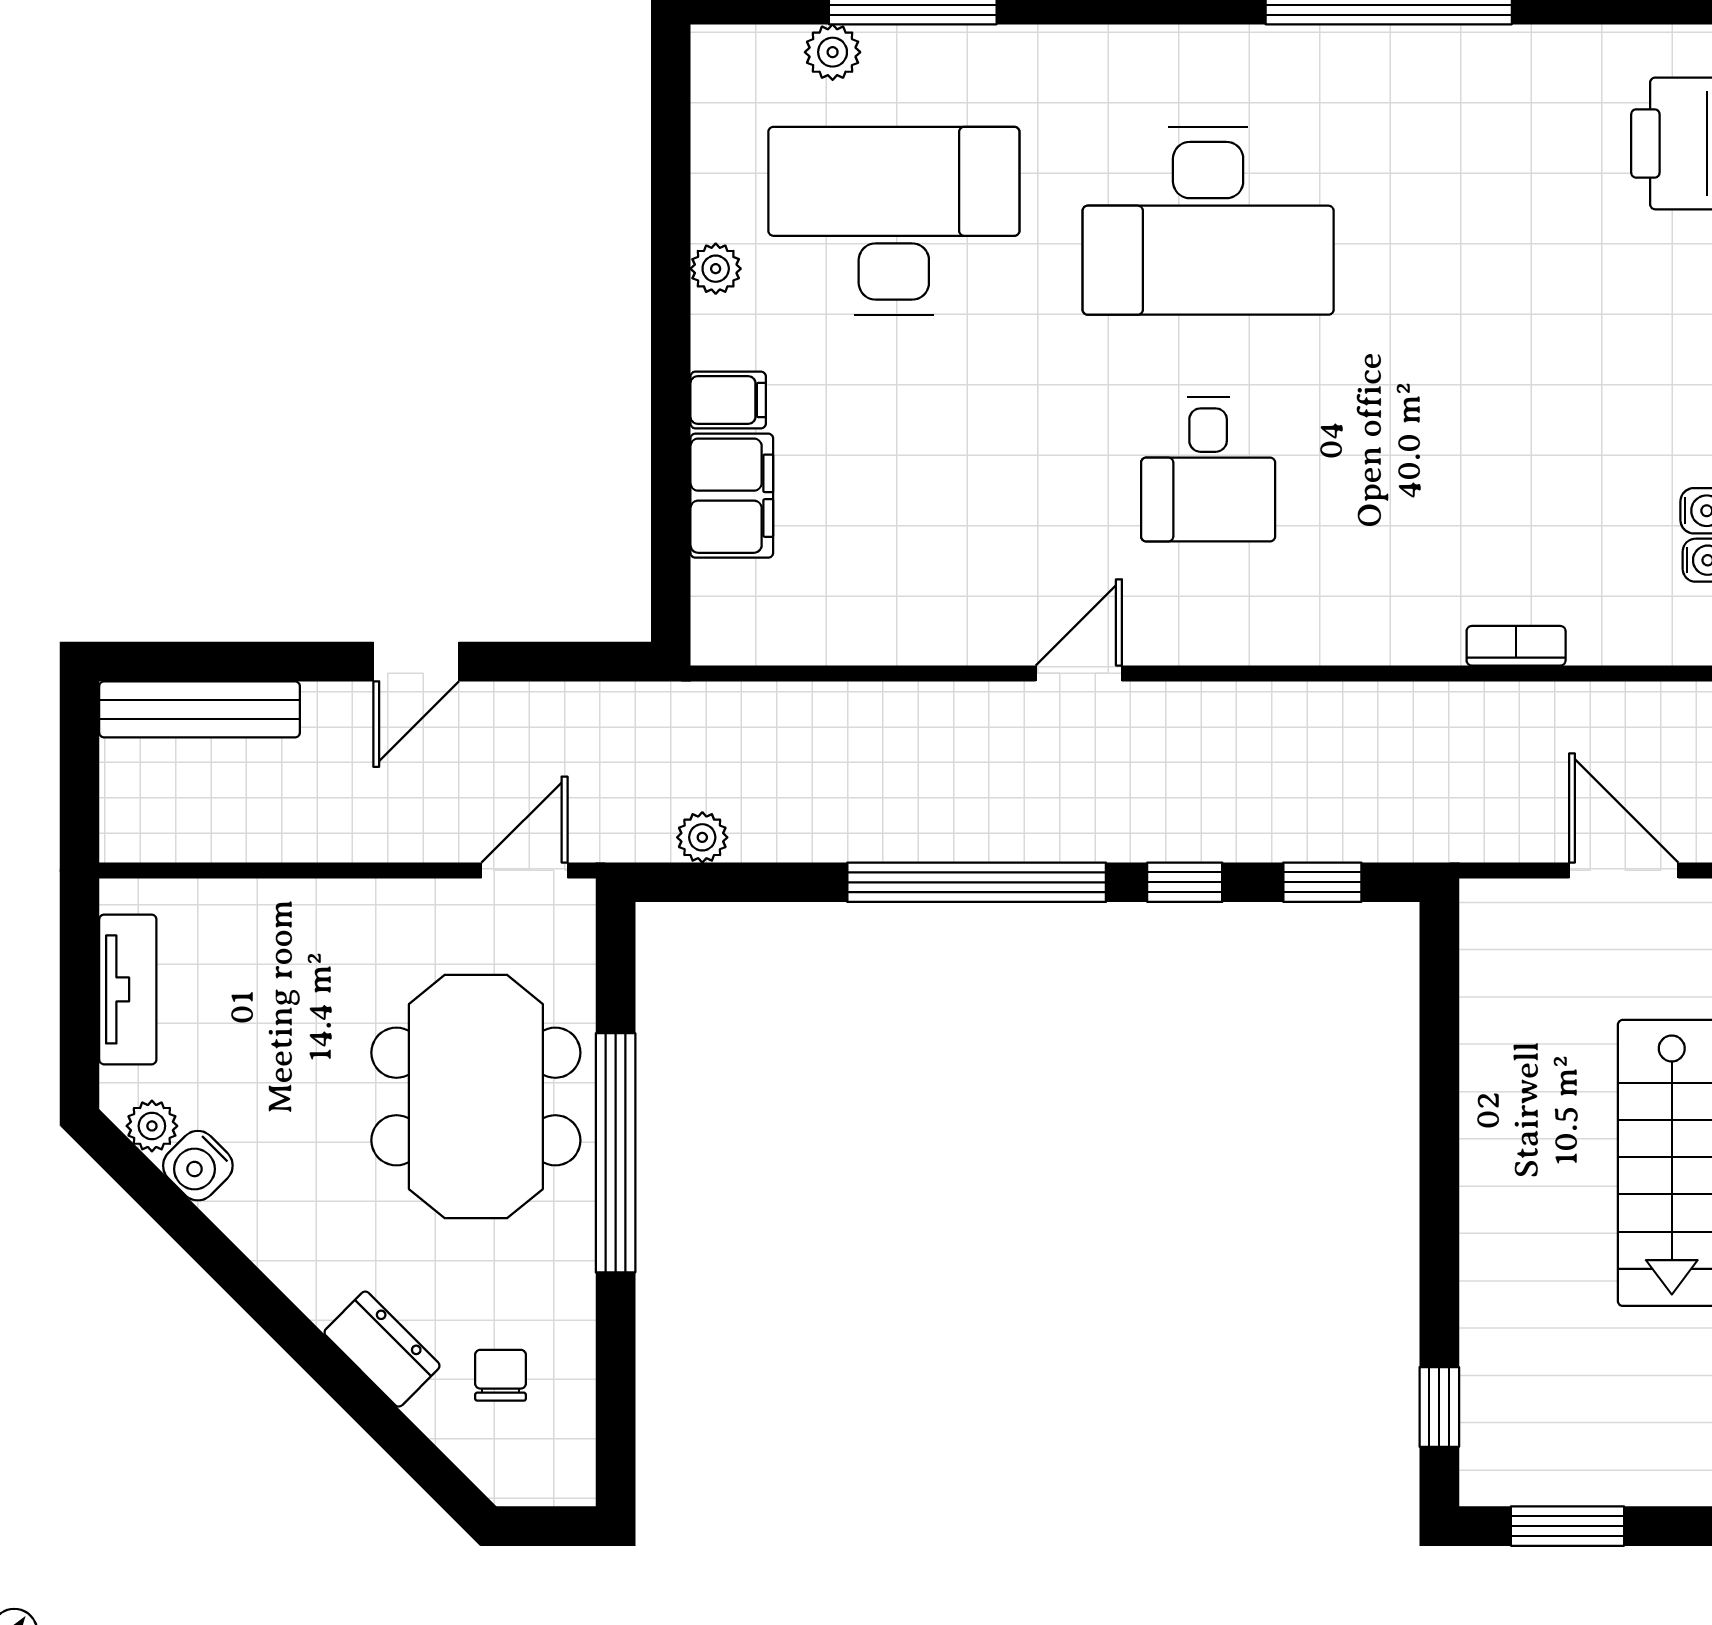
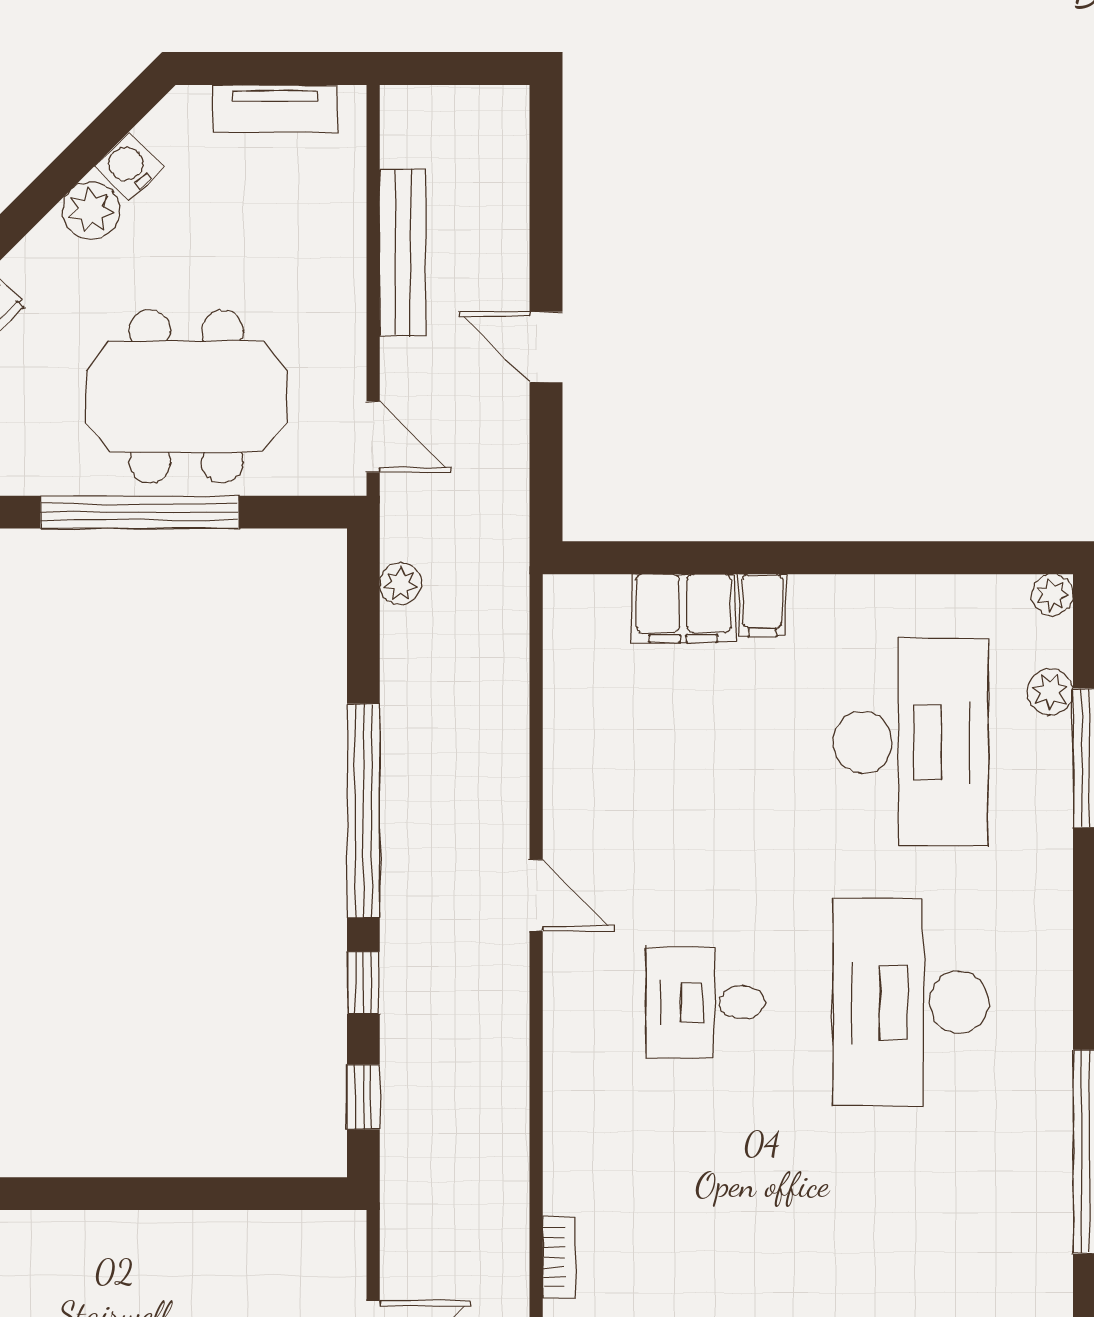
plant: (716, 269) -> (1052, 595), moved
bench: (200, 709) -> (403, 253), moved
plant: (152, 1126) -> (91, 210), moved, width x1.38, depth x1.38

